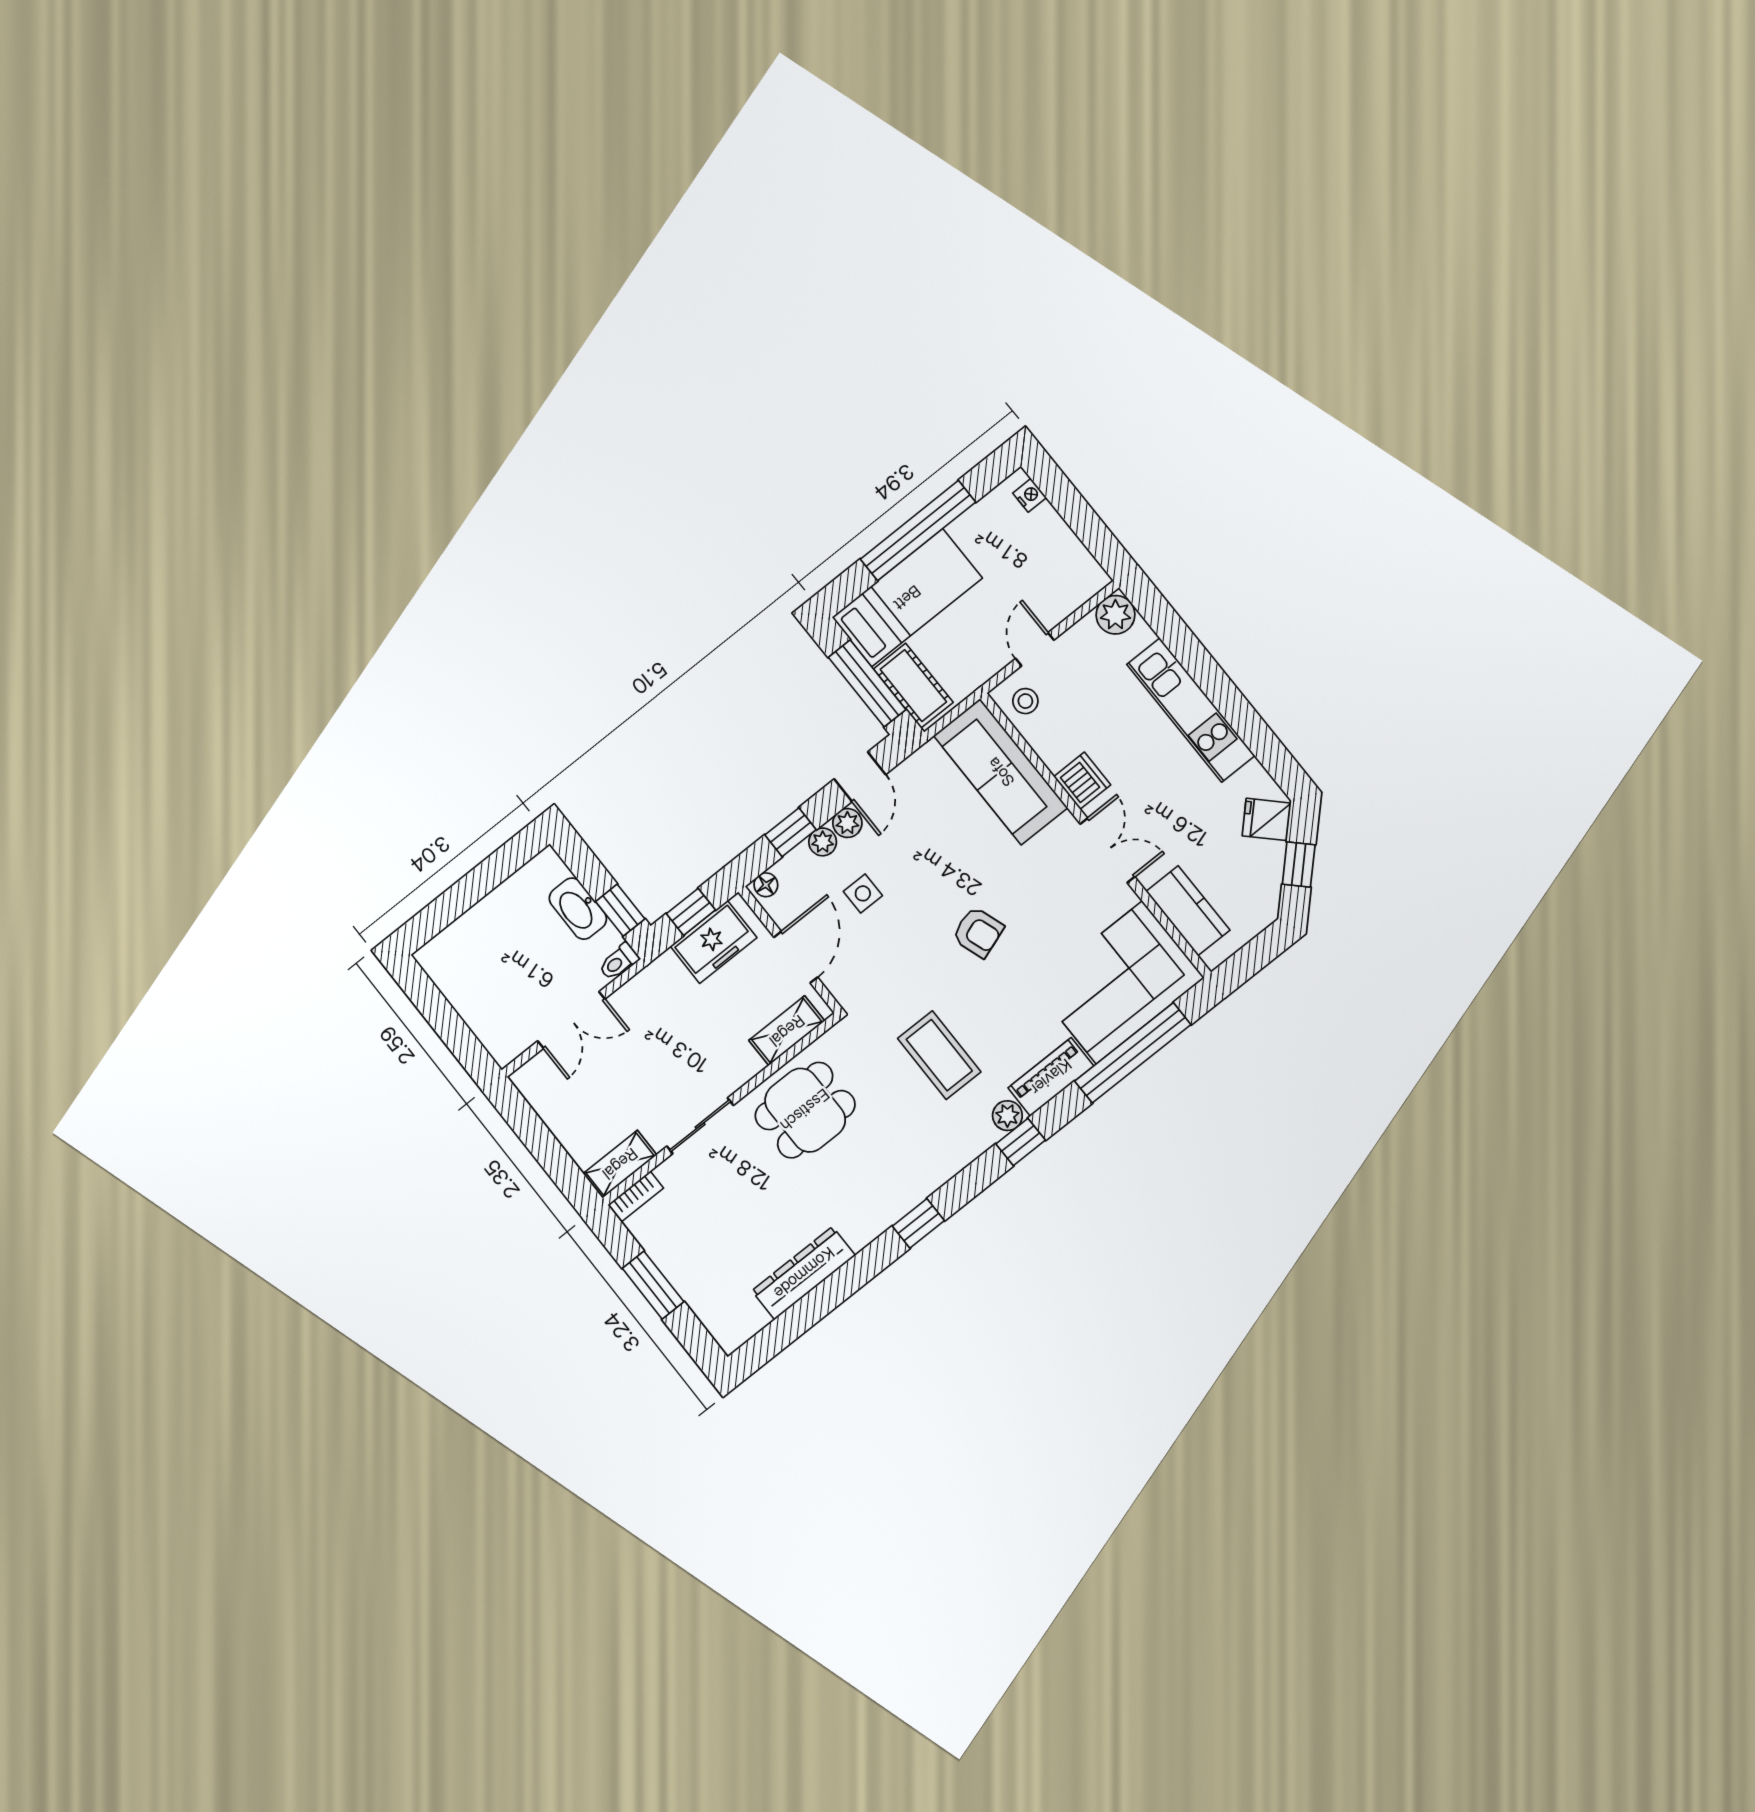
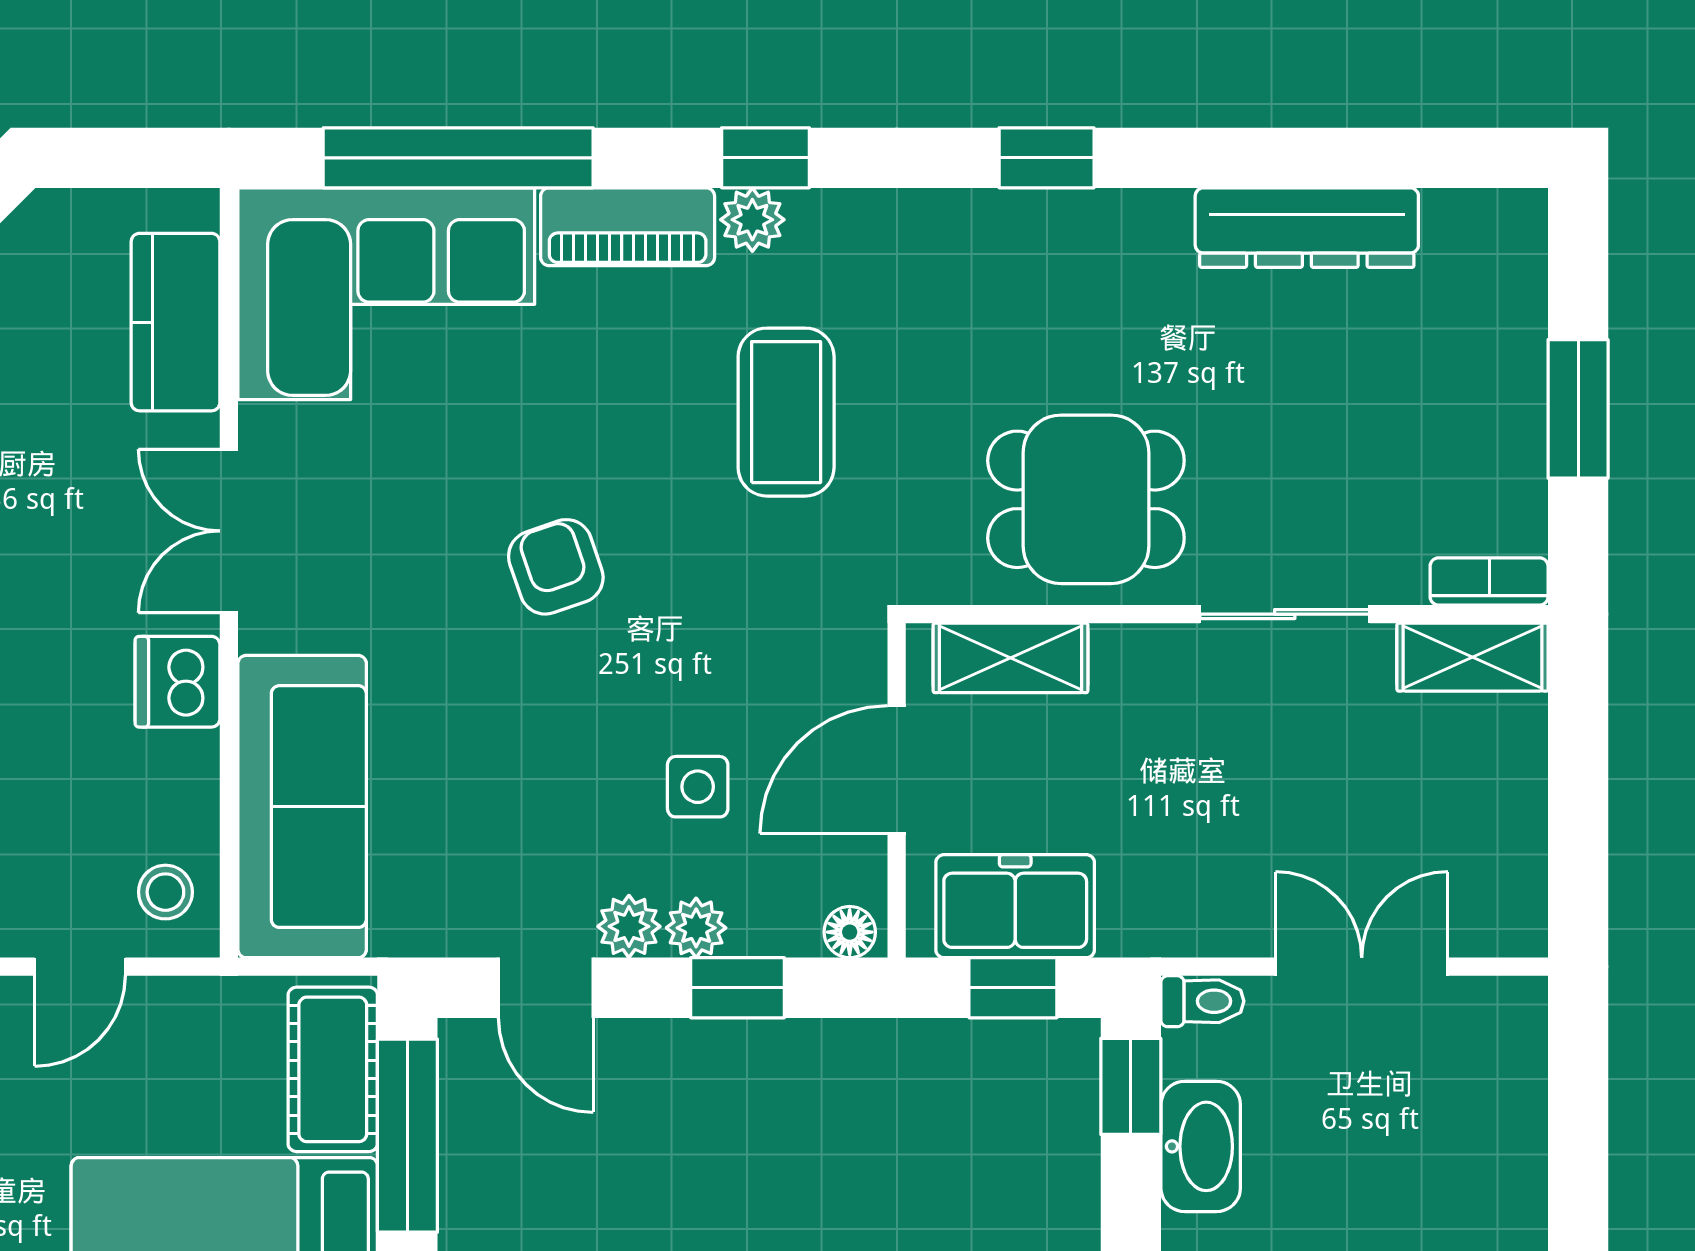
door: (860, 777) -> (546, 988), swing flipped

